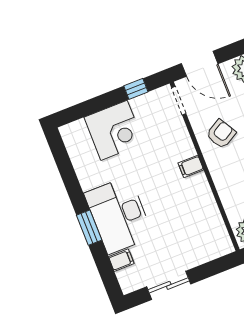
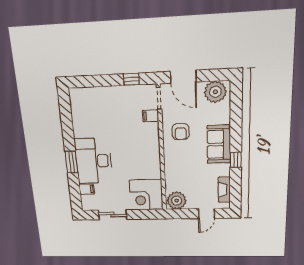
corner desk: (114, 130) -> (146, 195), moved, turned 90
armchair: (221, 134) -> (181, 132), turned 120
filing cabinet: (191, 166) -> (150, 116), moved

